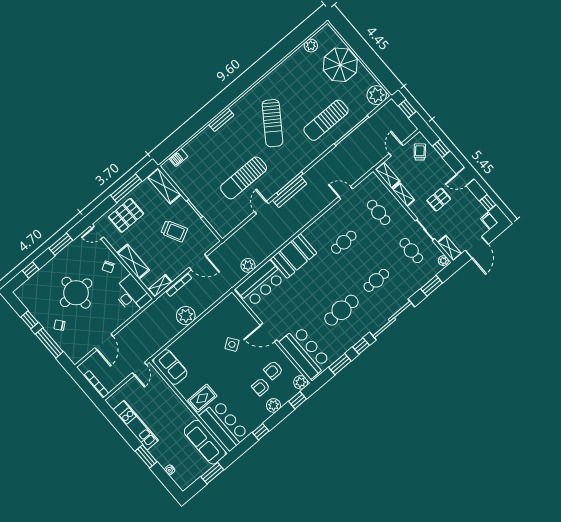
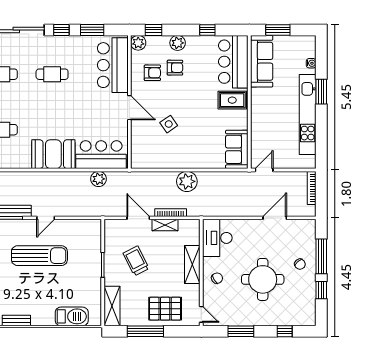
barbecue: (178, 157) -> (72, 316), width x1.88, depth x1.53
shelving: (160, 286) -> (165, 225), moved
cafe table: (341, 310) -> (52, 74), width x0.73, depth x0.74
kitchen unit: (136, 425) -> (308, 115), width x1.36

